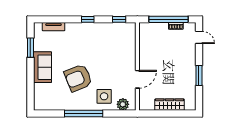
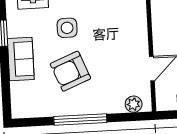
side table: (104, 96) -> (67, 28), moved

